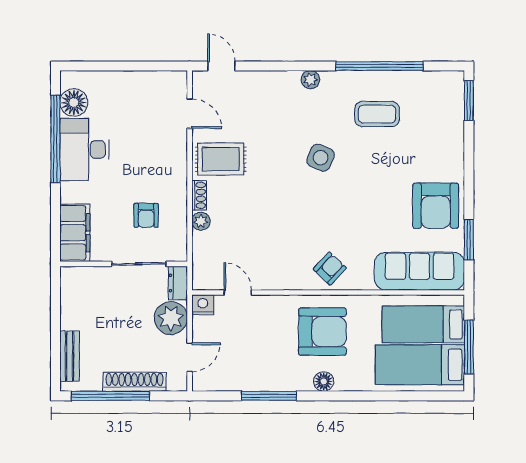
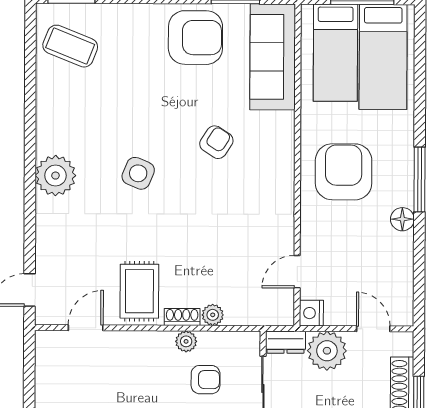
window: (380, 66) -> (30, 103), removed
plant: (310, 80) -> (55, 176), width x1.88, depth x1.88
coffee table: (377, 114) -> (70, 46), moved, turned -68
plant: (178, 199) -> (186, 341), added
armchair: (330, 269) -> (216, 142), moved, turned 80
floor lamp: (324, 382) -> (402, 219), moved
window: (269, 396) -> (419, 179), moved

